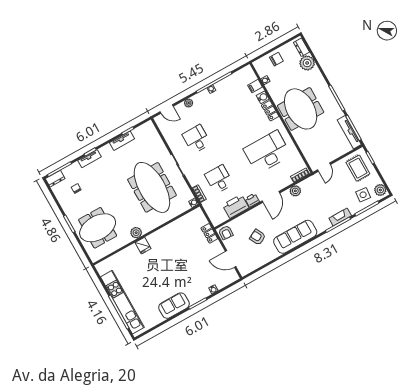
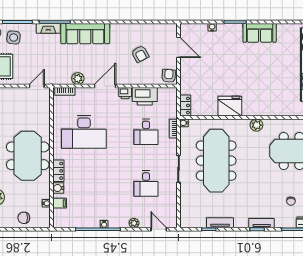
locker: (209, 233) -> (185, 105), moved
sofa: (295, 237) -> (85, 34), moved
fridge: (143, 246) -> (230, 106), moved, width x1.88, depth x1.34

